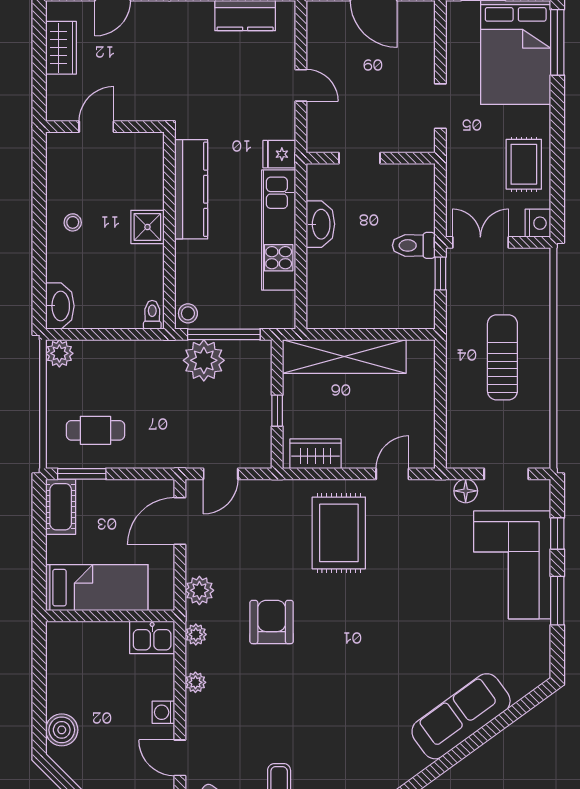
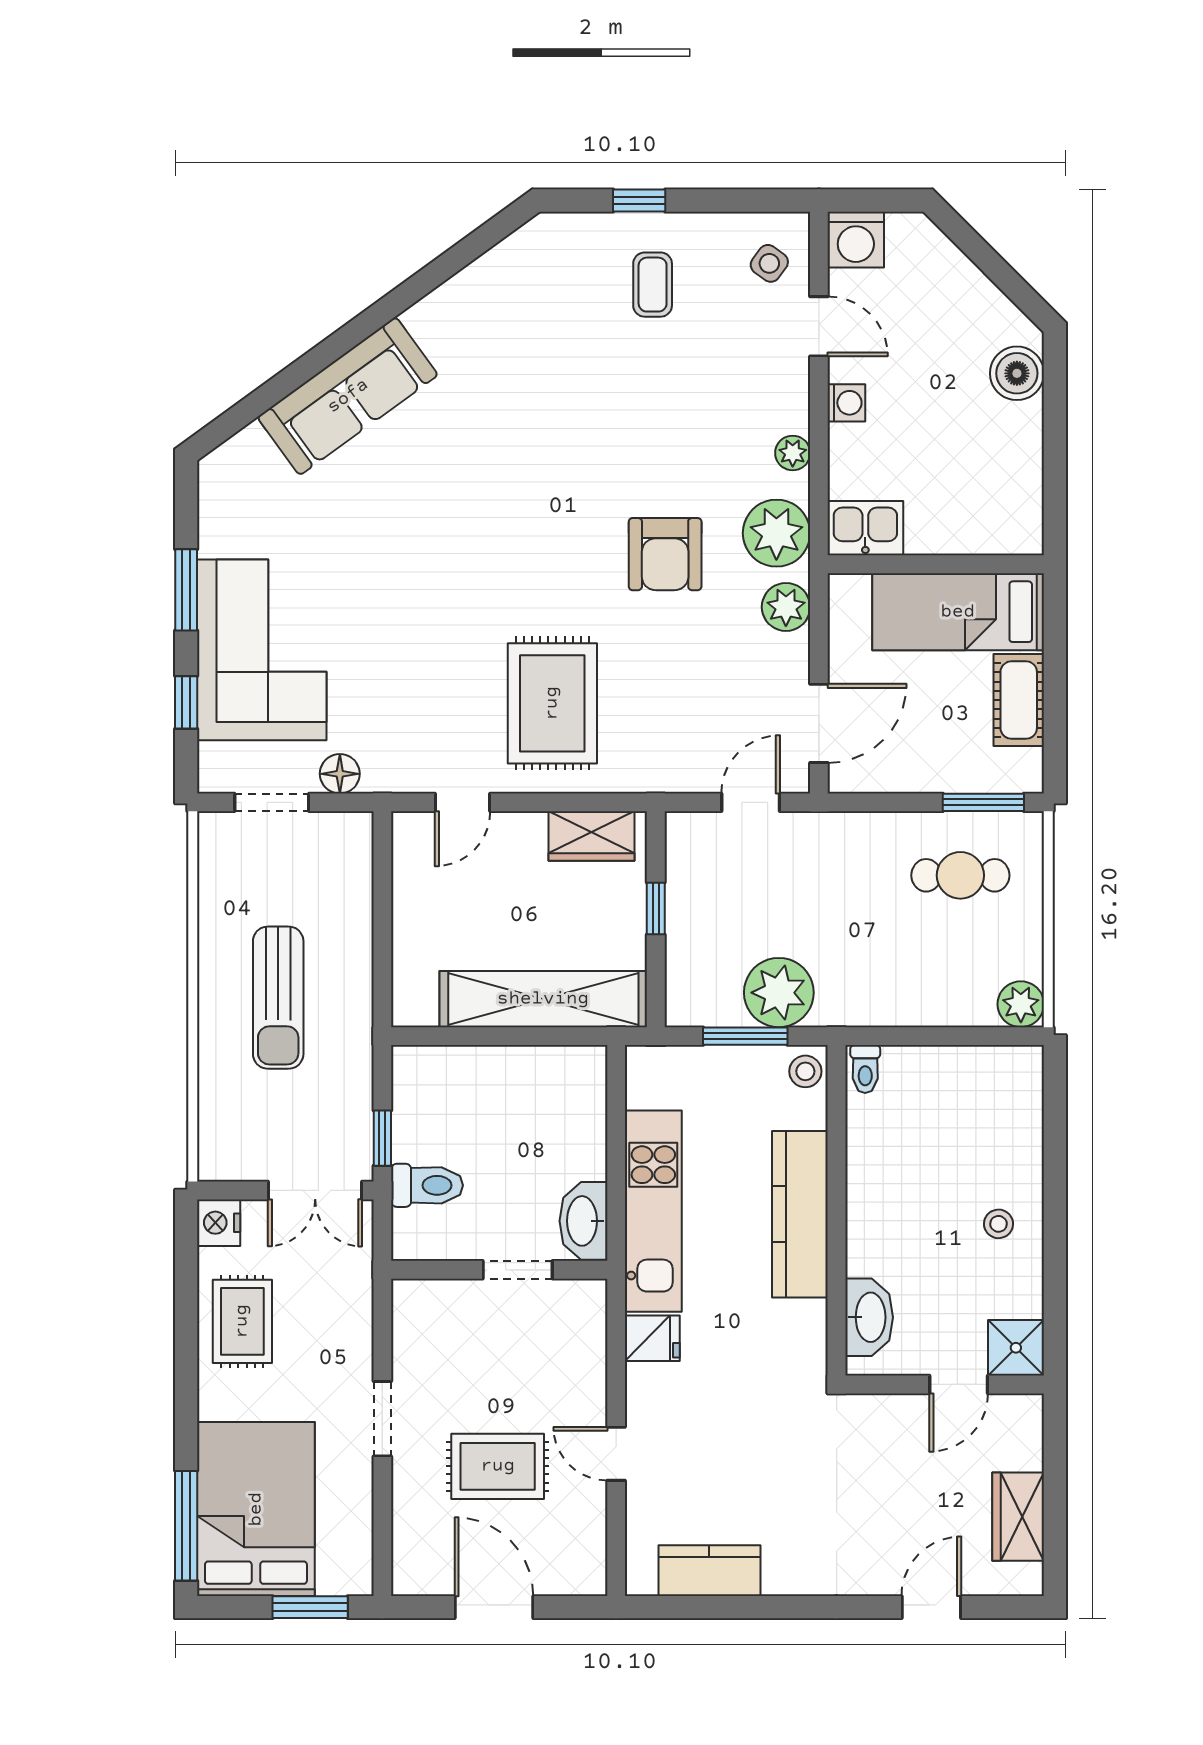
rug: (372, 78) -> (498, 1466), added
doorway: (360, 158) -> (518, 1270), moved
wall: (371, 158) -> (499, 1270), moved
kitchen counter: (191, 189) -> (800, 1214), moved
shower: (147, 227) -> (1016, 1348), moved
washbasin: (60, 306) -> (869, 1317), moved, turned 180
window: (224, 334) -> (745, 1036), width x0.69
cot: (61, 507) -> (1019, 700), moved
plant: (196, 634) -> (776, 533), width x1.87, depth x1.87

